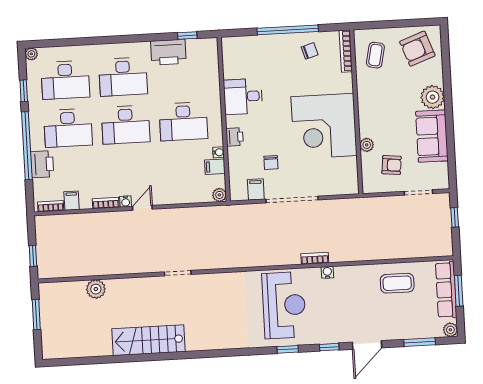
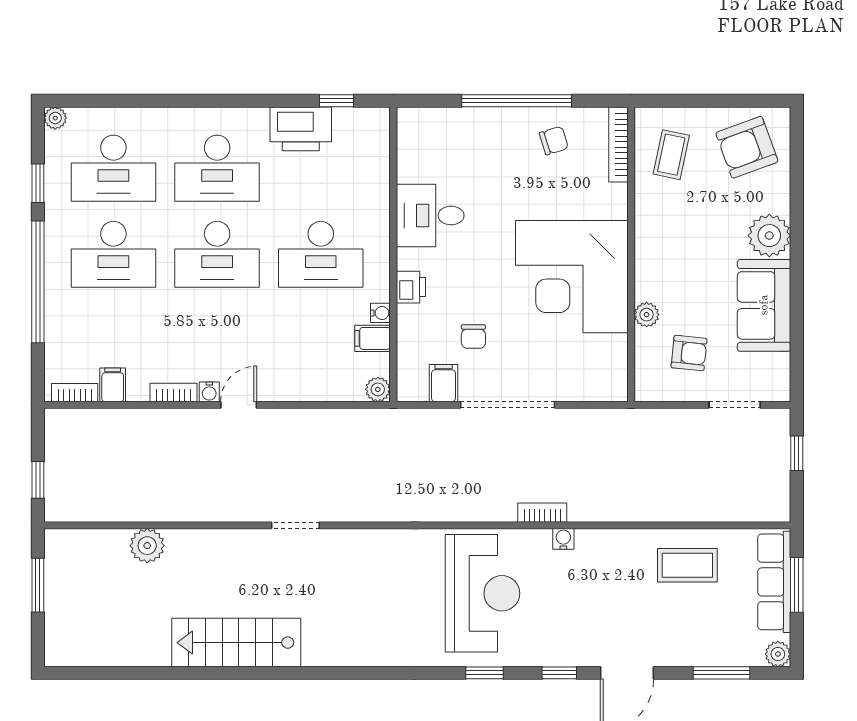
printer: (42, 164) -> (63, 317), removed

